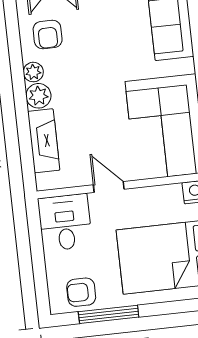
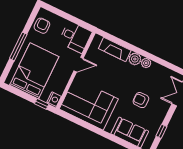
armchair: (48, 34) -> (141, 100), moved
window: (109, 314) -> (18, 46), moved

